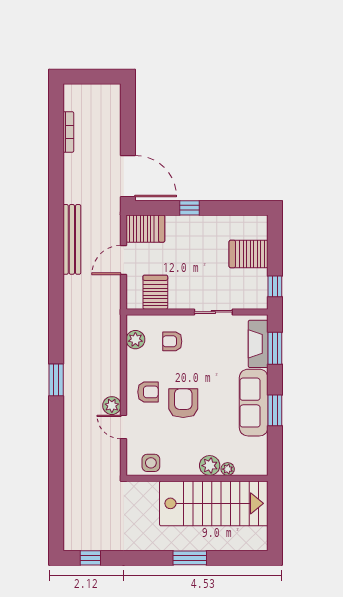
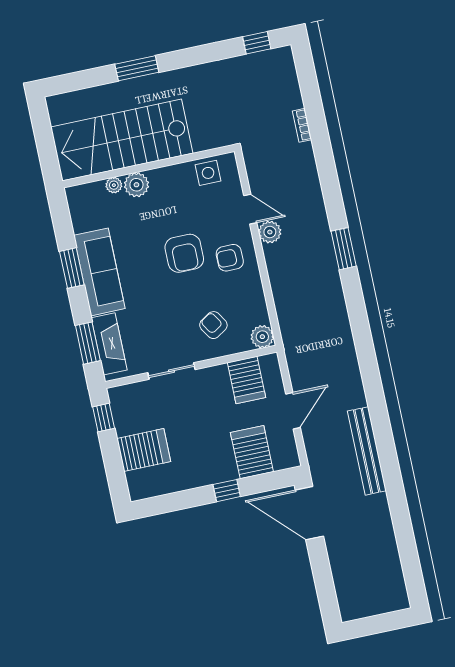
bookcase: (68, 132) -> (302, 125), moved, width x0.64
server rack: (145, 229) -> (252, 452), moved, turned 90
bench: (72, 239) -> (367, 451), moved
plant: (135, 340) -> (262, 337), moved
armchair: (172, 341) -> (213, 325), turned -122

